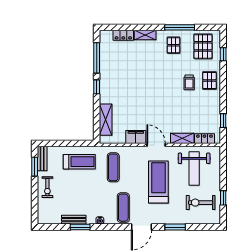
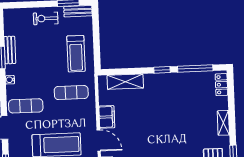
locker: (123, 35) -> (221, 85), moved
door: (156, 145) -> (99, 140), hinge flipped

